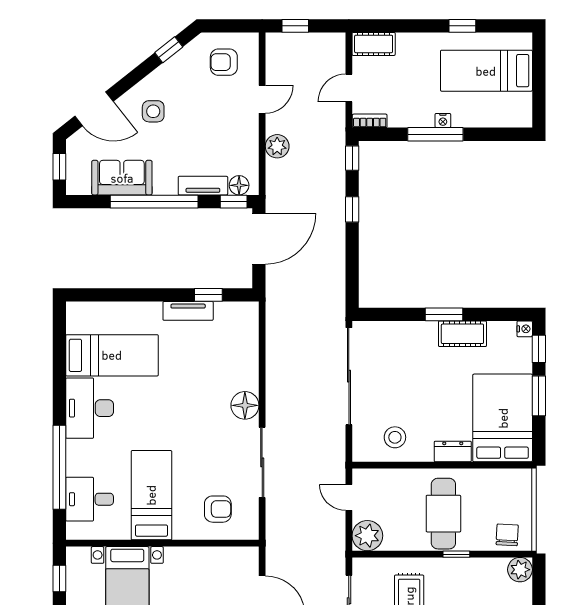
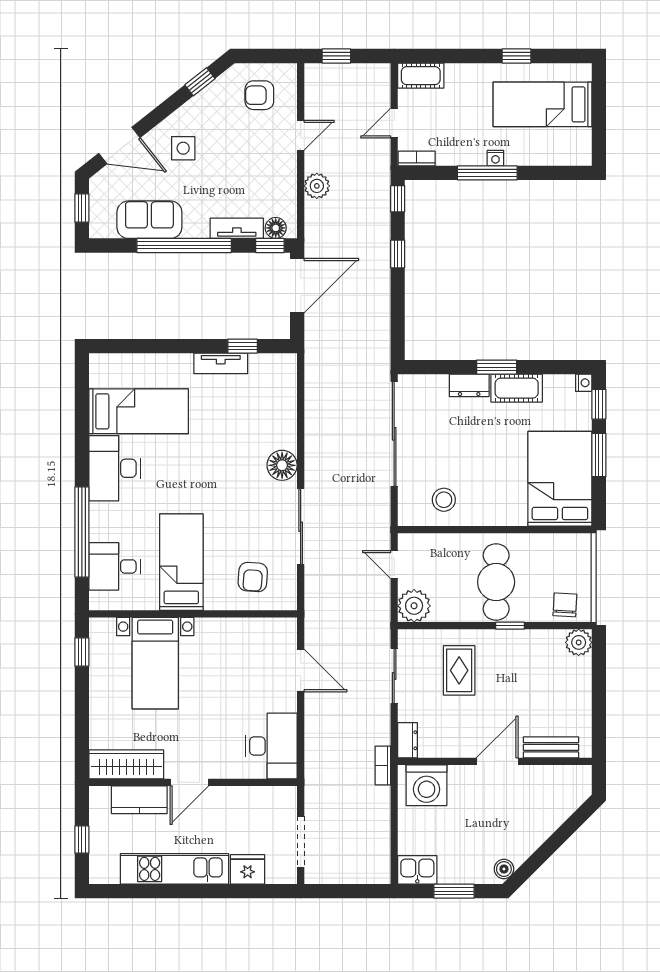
dresser: (453, 451) -> (469, 385), moved, turned 180
armchair: (218, 509) -> (253, 577), turned 94

